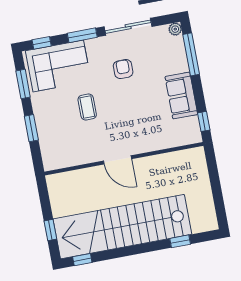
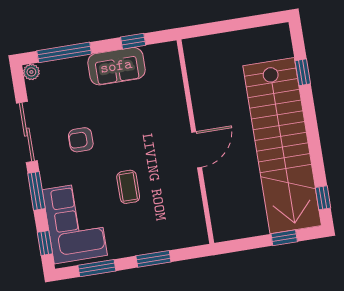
coffee table: (87, 107) -> (128, 187), turned 90
window: (204, 121) -> (133, 41), moved

